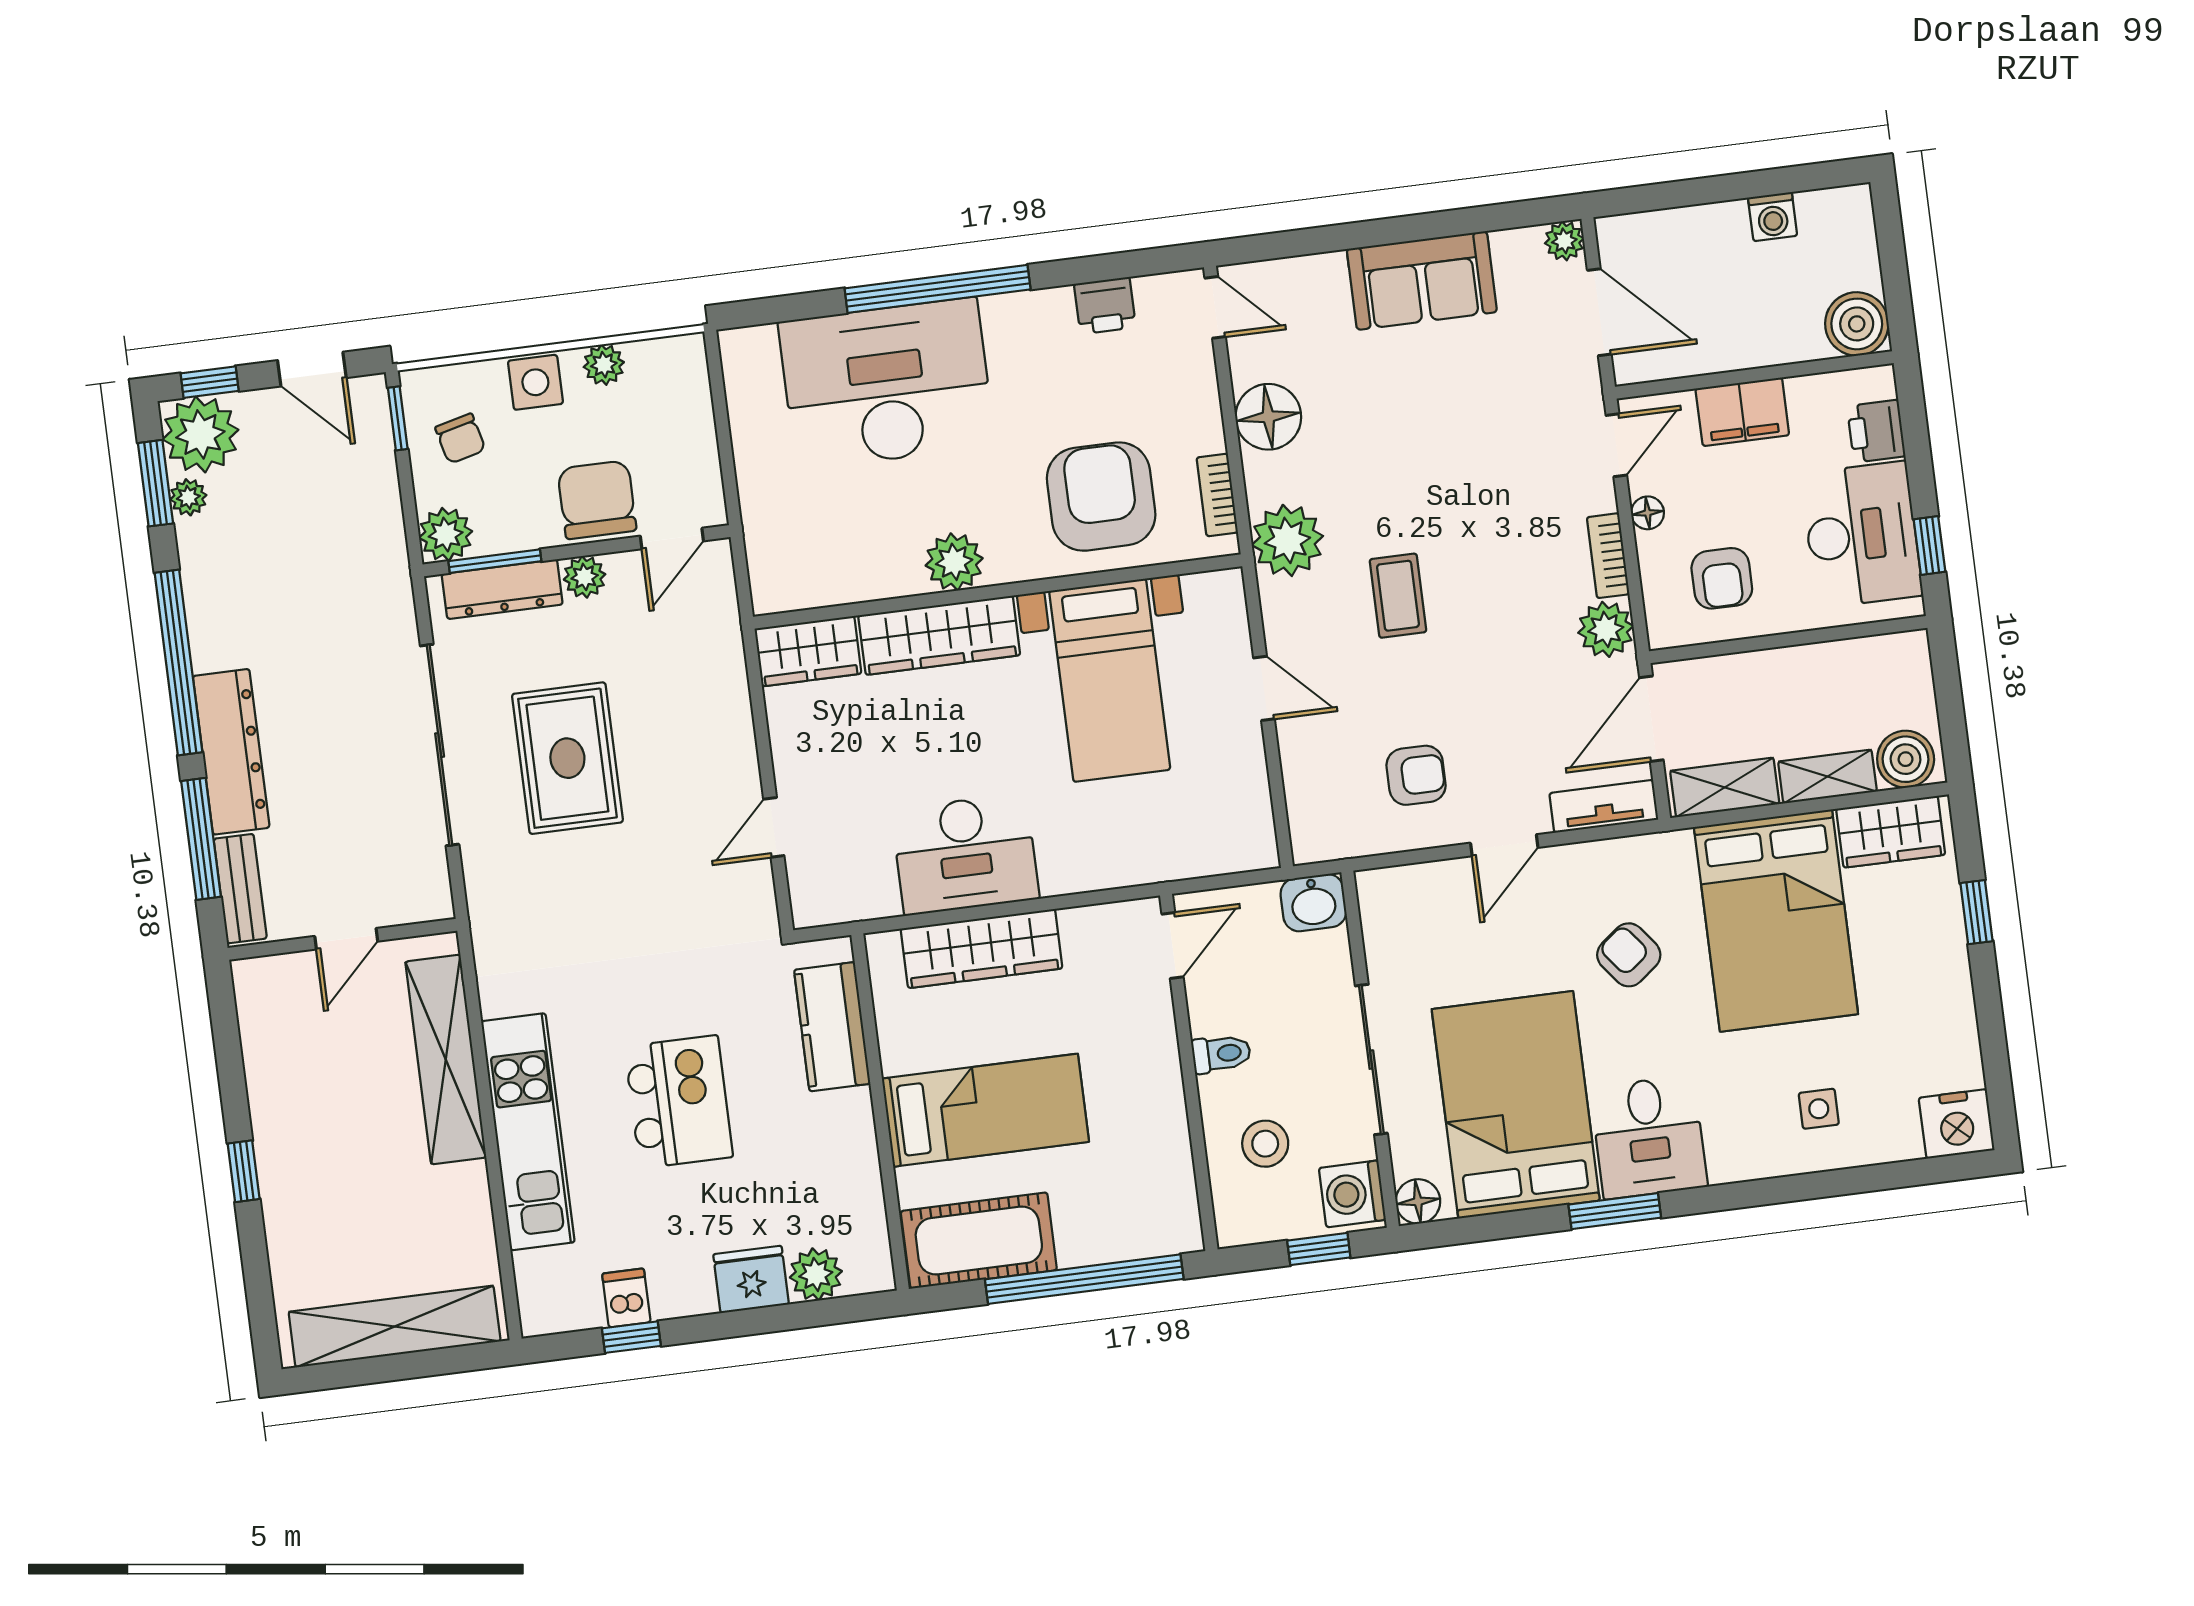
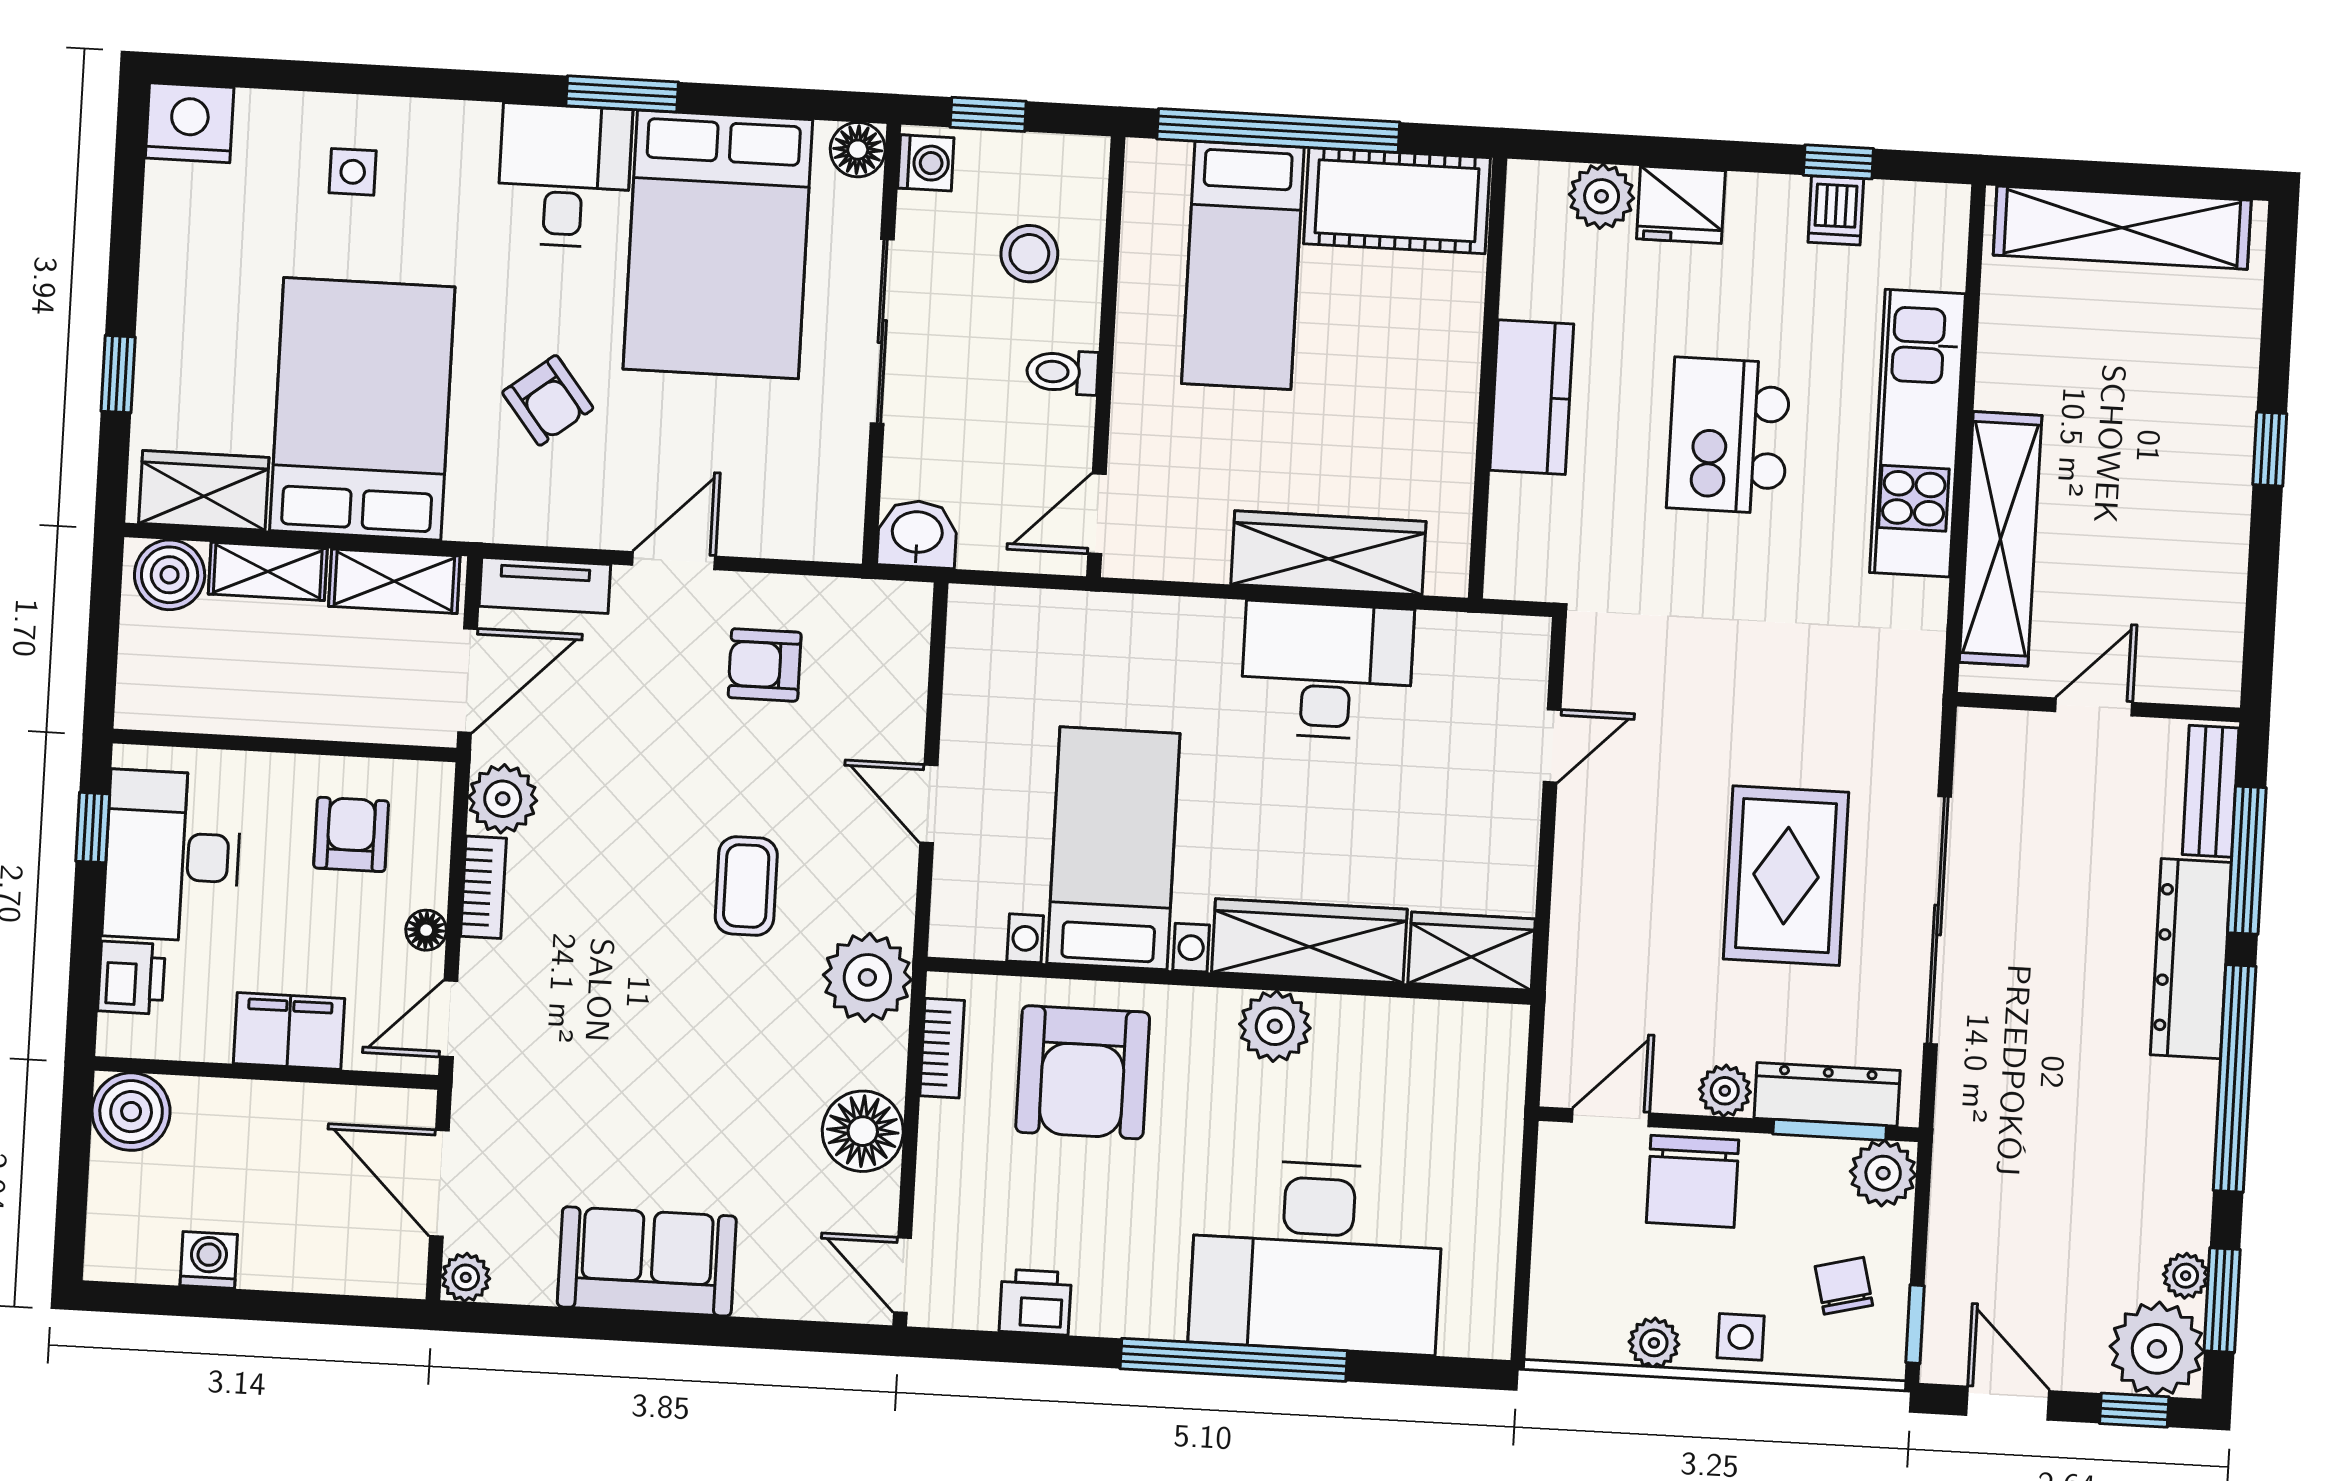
side table: (535, 382) -> (1741, 1337), width x0.73, depth x0.73
kitchen counter: (832, 1027) -> (1532, 397), moved
bed: (985, 1110) -> (1243, 265), moved, turned -90
washing machine: (1352, 1194) -> (926, 163), width x0.73, depth x0.73

